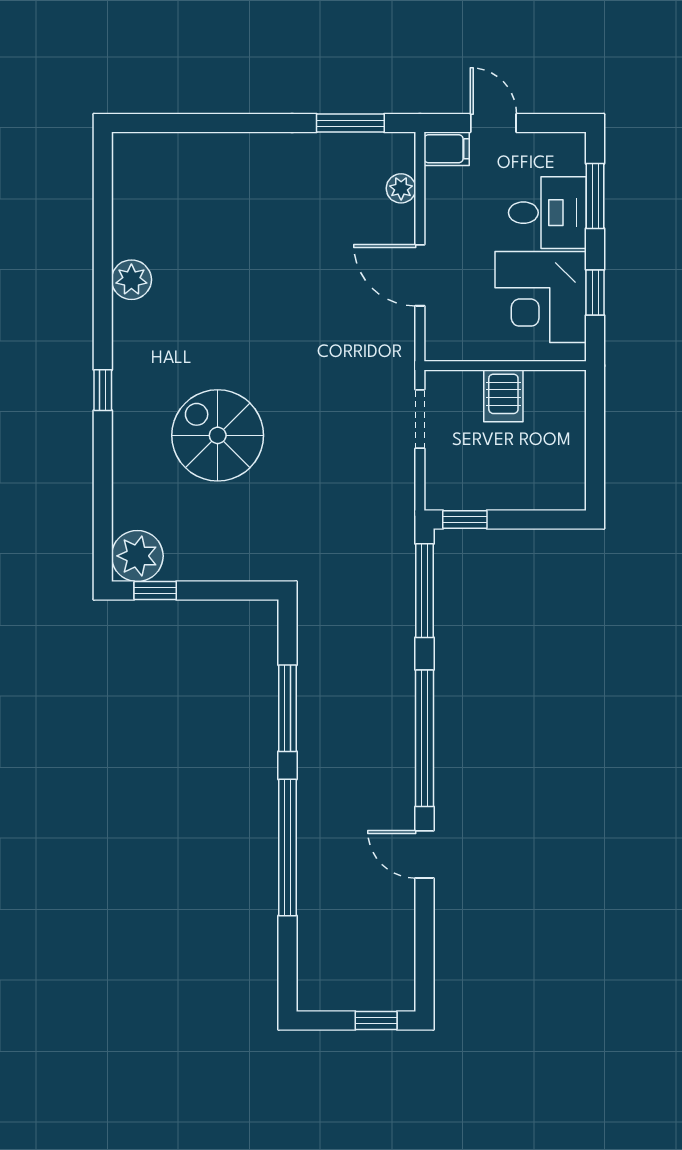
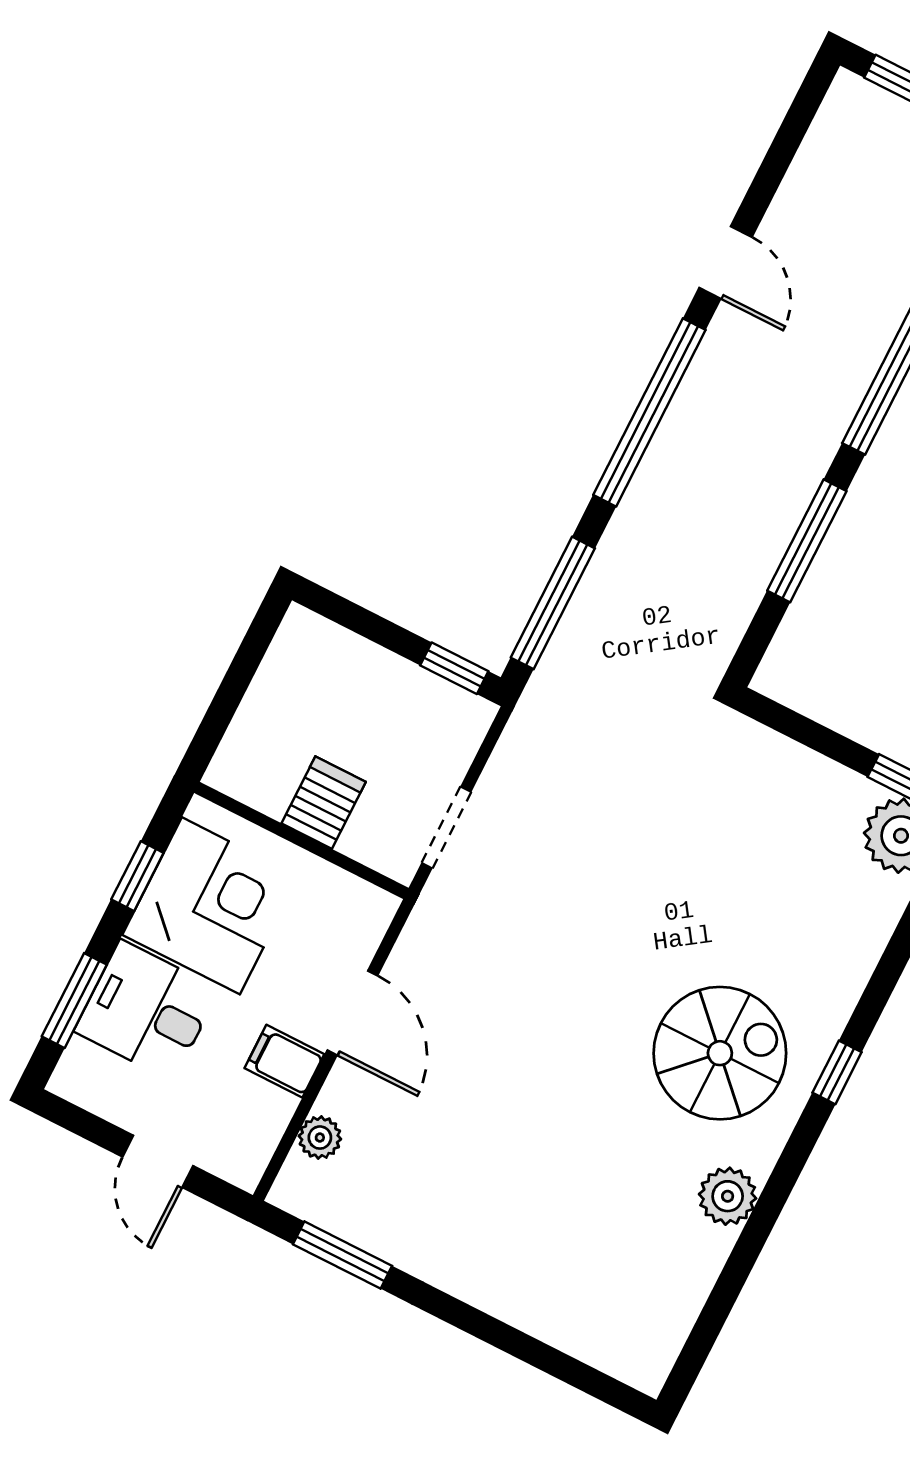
filing cabinet: (447, 149) -> (284, 1061), moved
spiral stairs: (218, 435) -> (720, 1053), moved, turned -90

